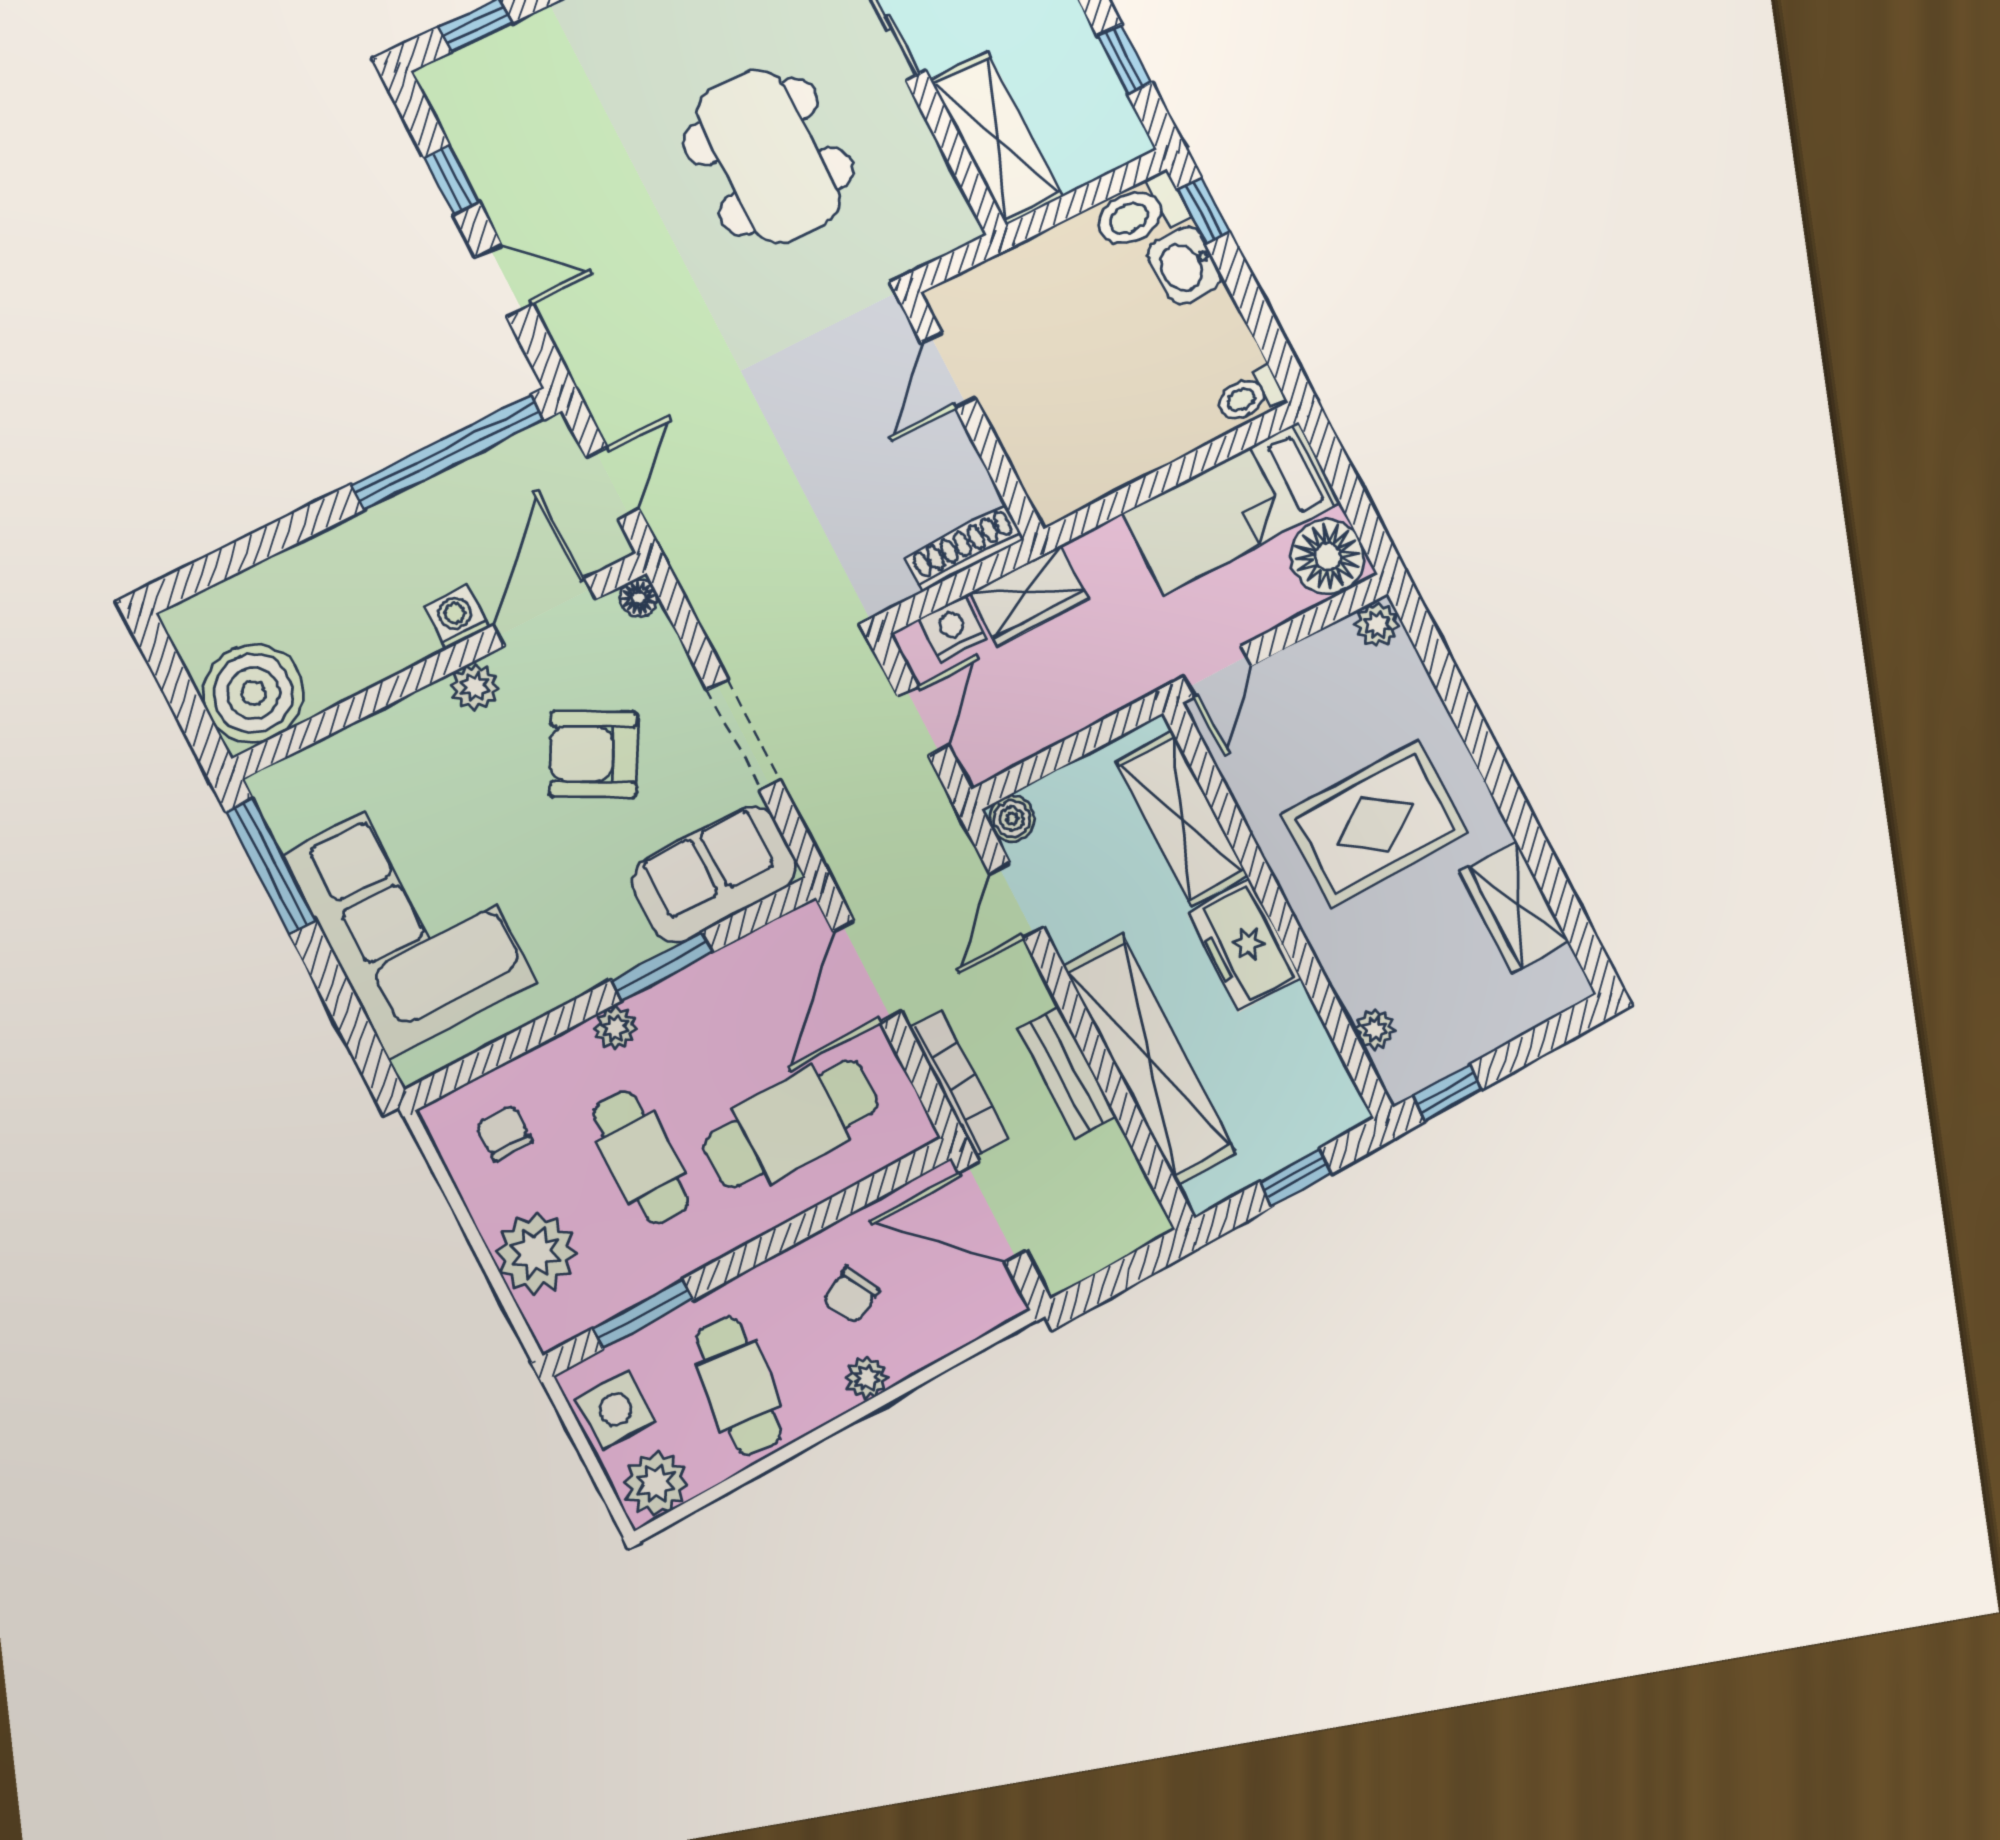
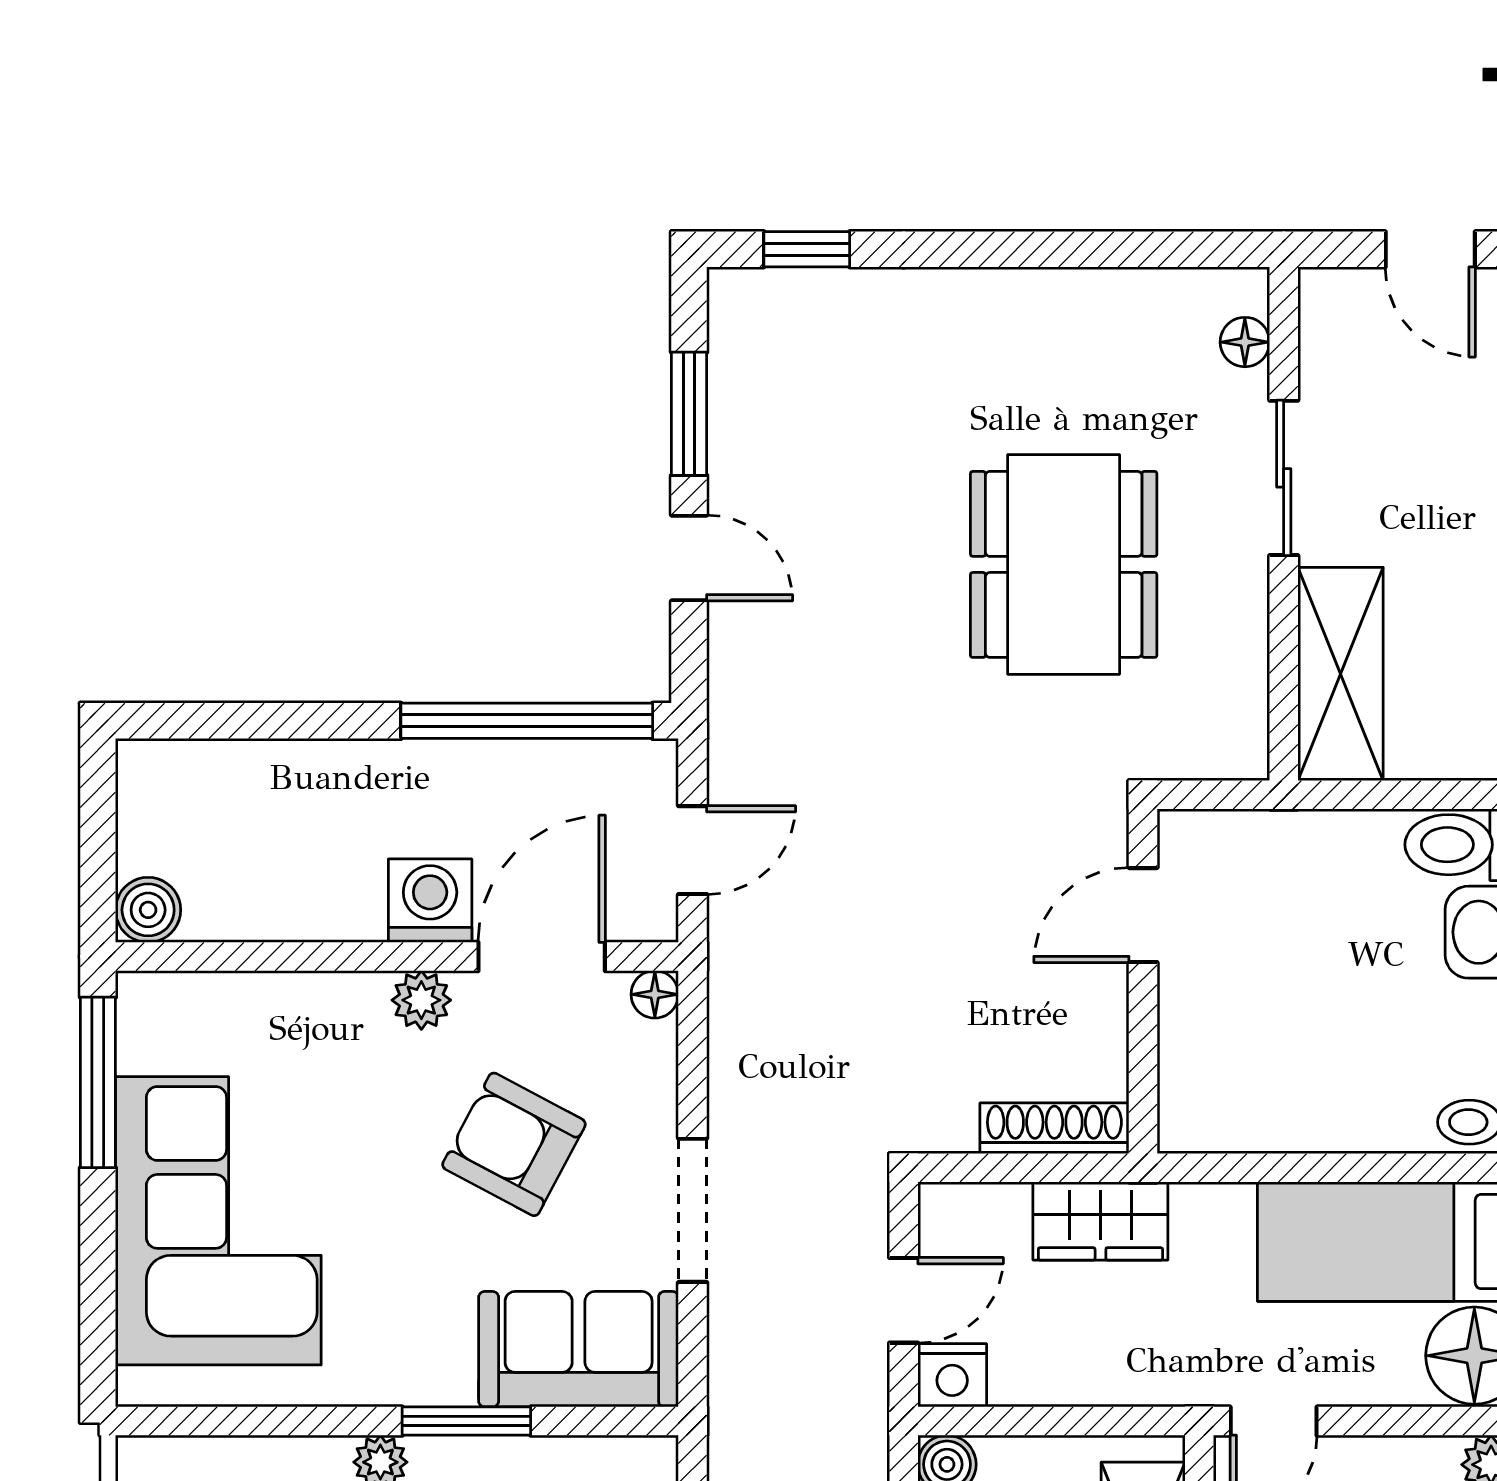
window: (452, 180) -> (689, 414), width x1.50
washing machine: (457, 617) -> (430, 901), width x1.38, depth x1.38
nightstand: (953, 629) -> (952, 1375), moved, turned 180
boiler: (253, 693) -> (148, 910), width x0.54, depth x0.54

